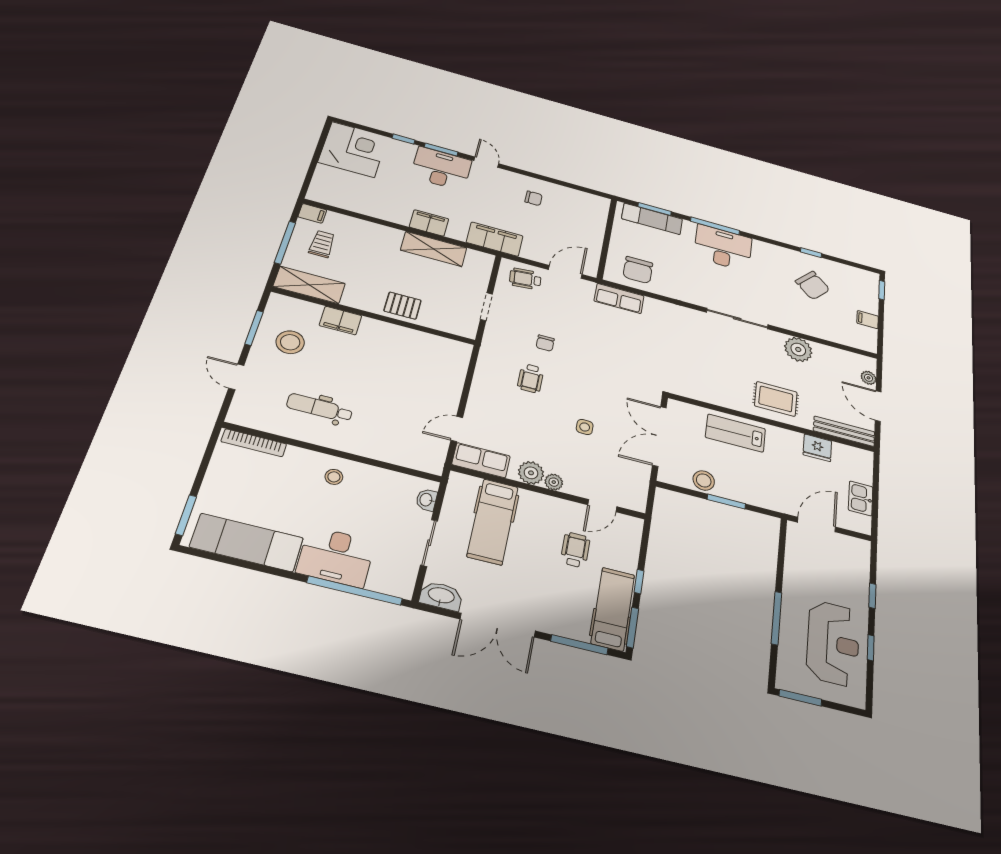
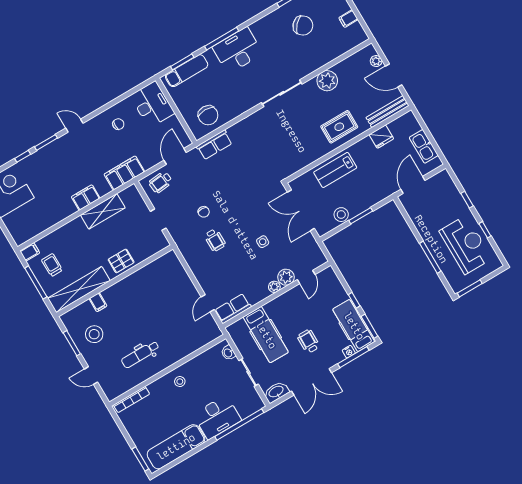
desk: (441, 169) -> (152, 105), moved, turned 90
shelving: (309, 285) -> (79, 289), width x1.47
filing cabinet: (340, 321) -> (98, 302), width x0.50
plant: (531, 473) -> (286, 277), moved
kitchen sink: (861, 498) -> (424, 146), width x1.38
wheelchair: (575, 550) -> (309, 341), moved
nightstand: (579, 633) -> (349, 352), added

